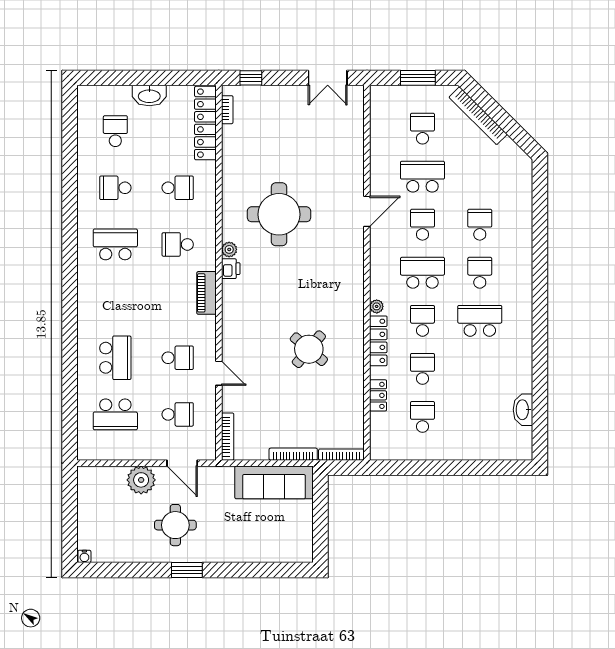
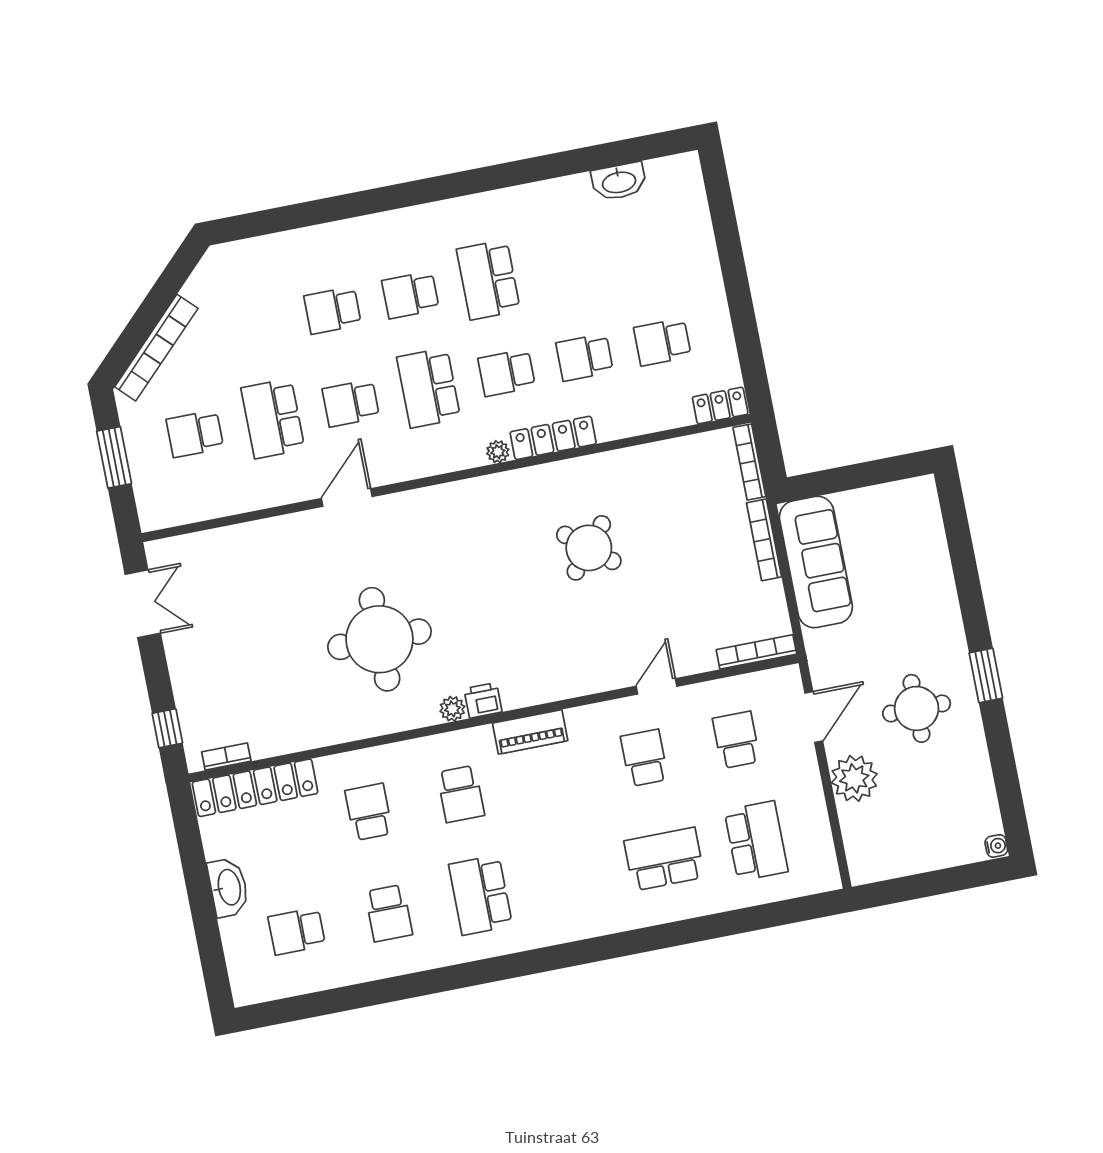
door: (367, 211) -> (347, 497), hinge flipped
locker: (378, 395) -> (720, 406), moved

